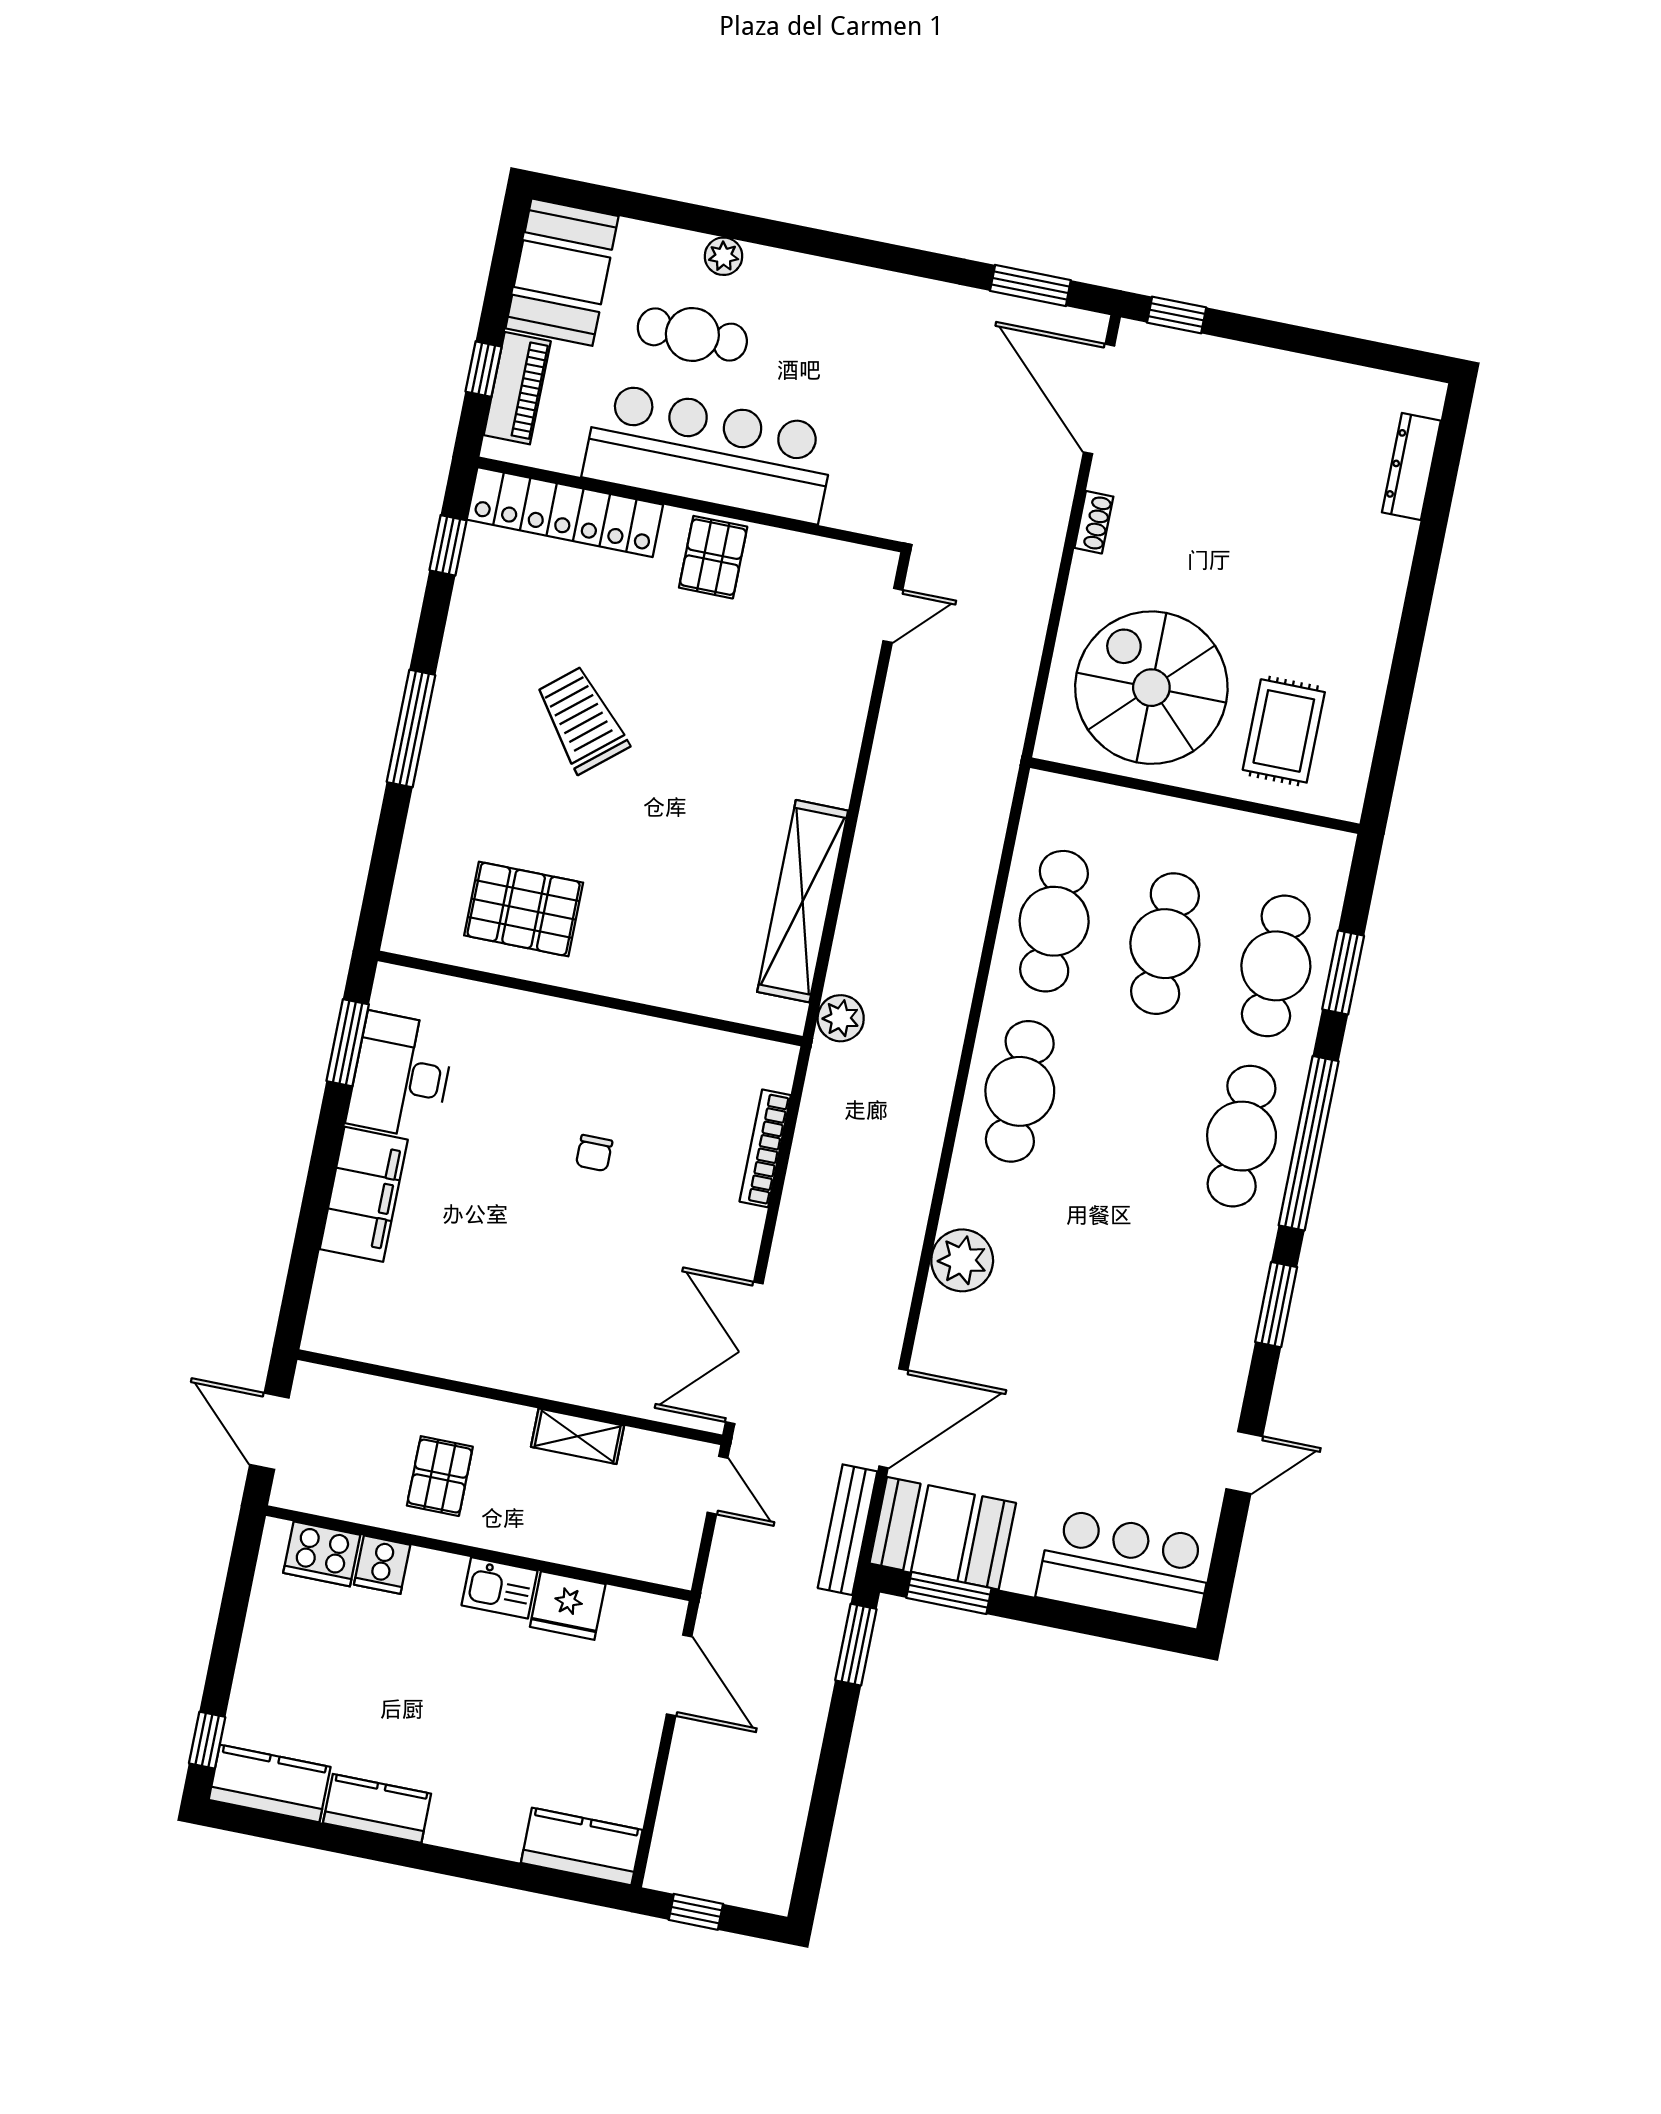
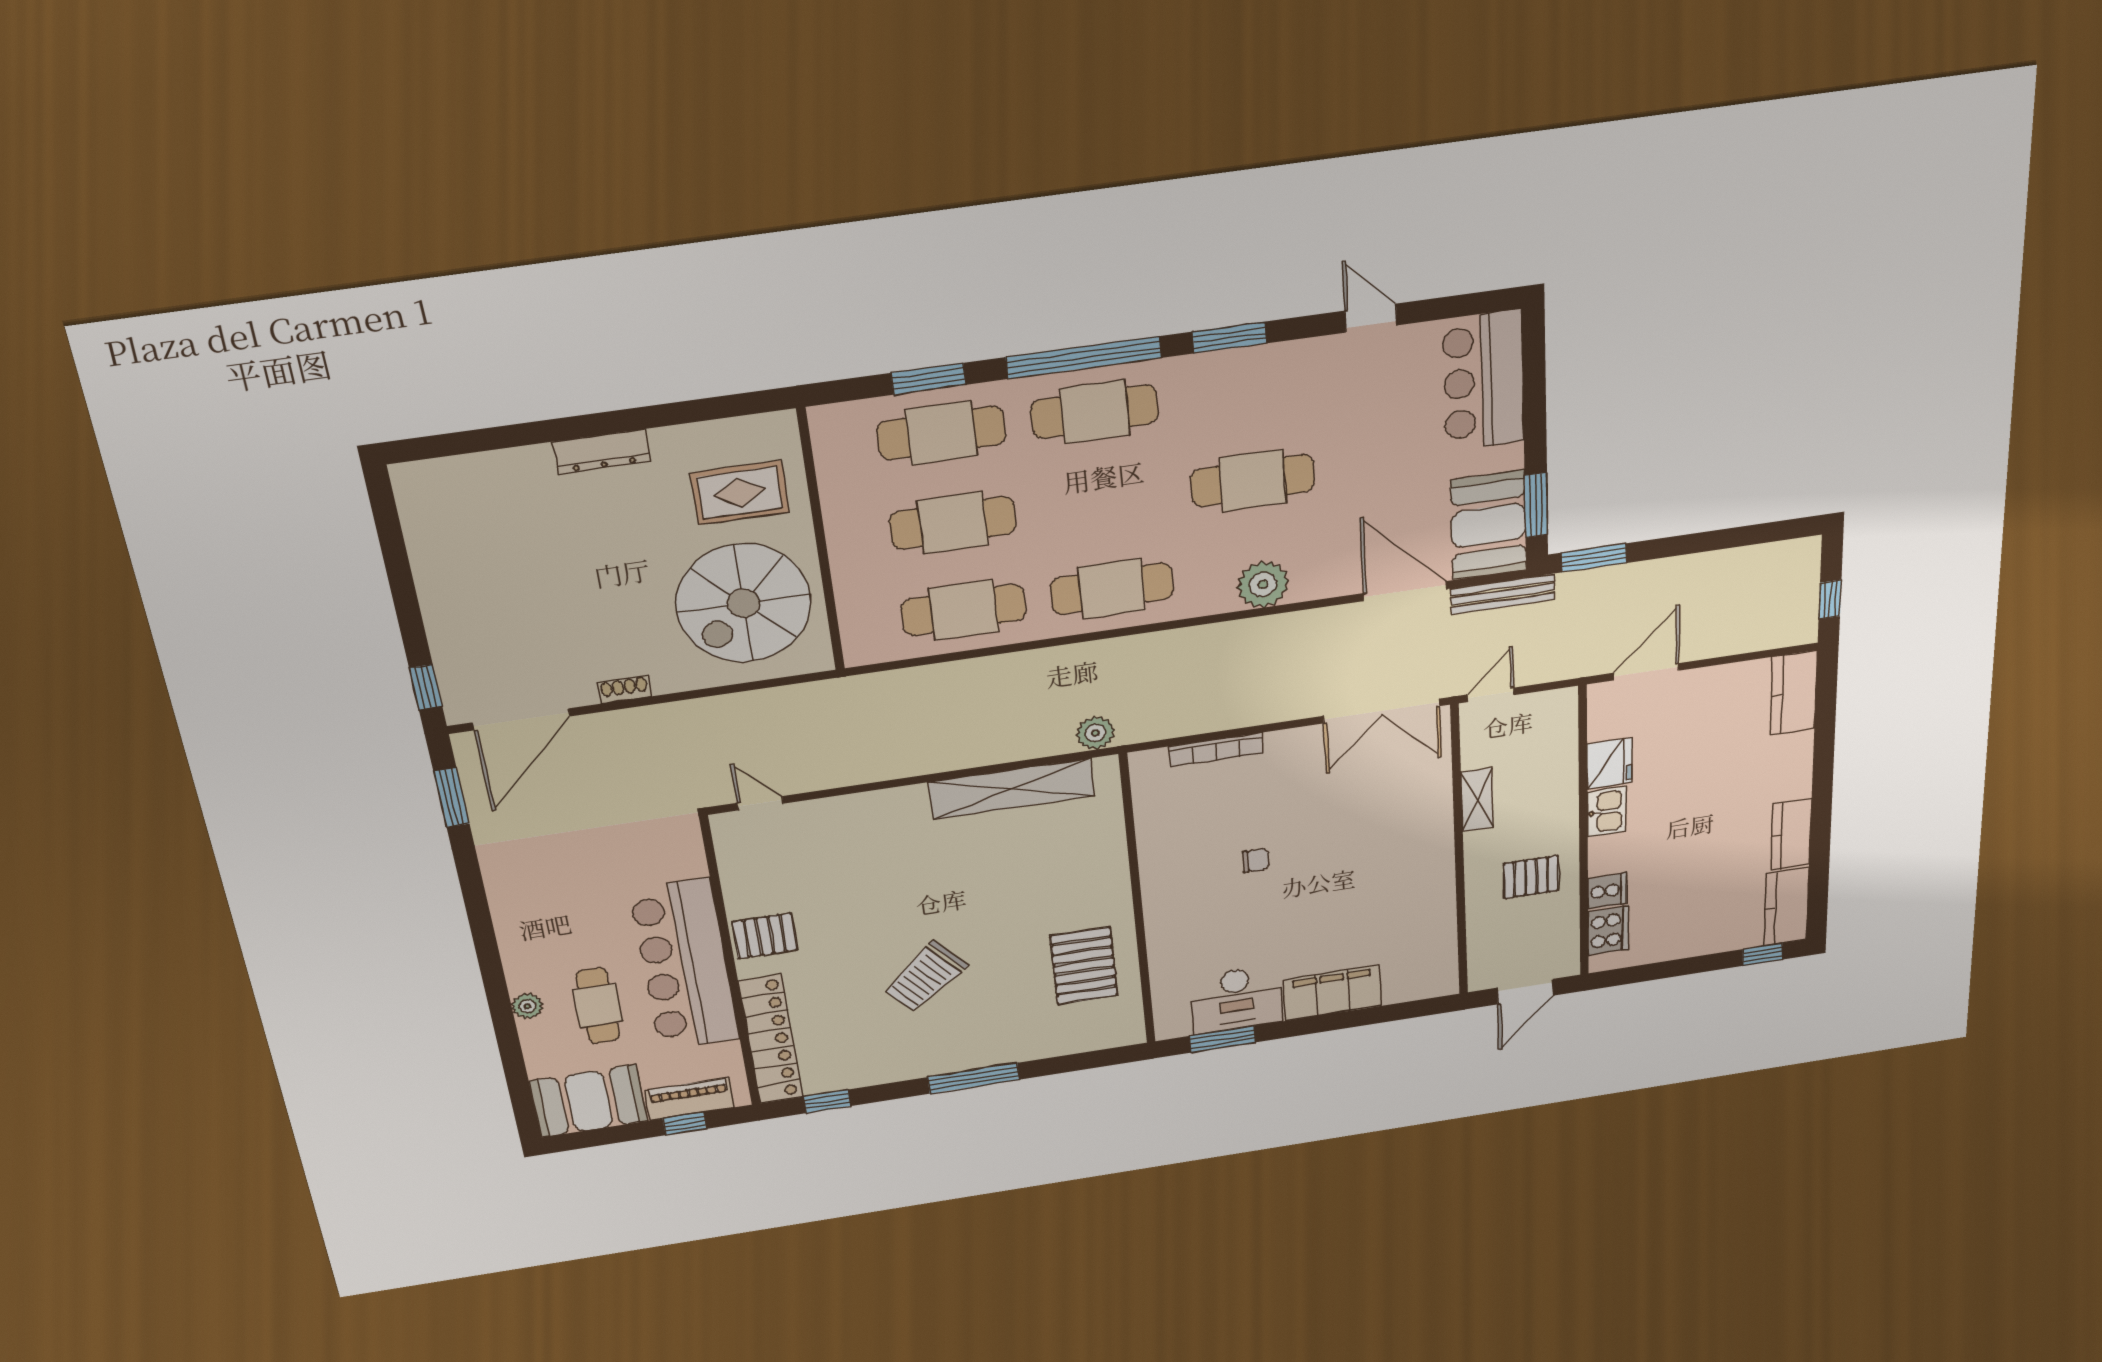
dresser: (1411, 466) -> (602, 452), moved
cafe table: (1096, 1284) -> (1253, 480), added

